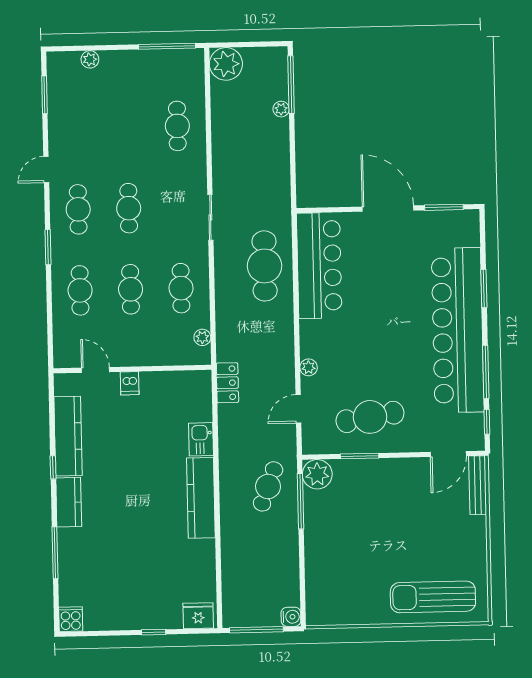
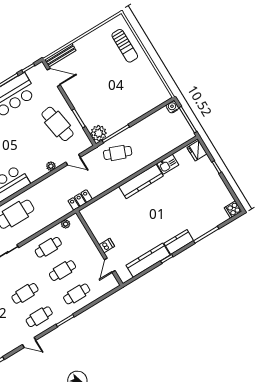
kitchen sink: (201, 439) -> (168, 164), moved
sun lounger: (433, 597) -> (125, 46), width x0.73, depth x0.75

